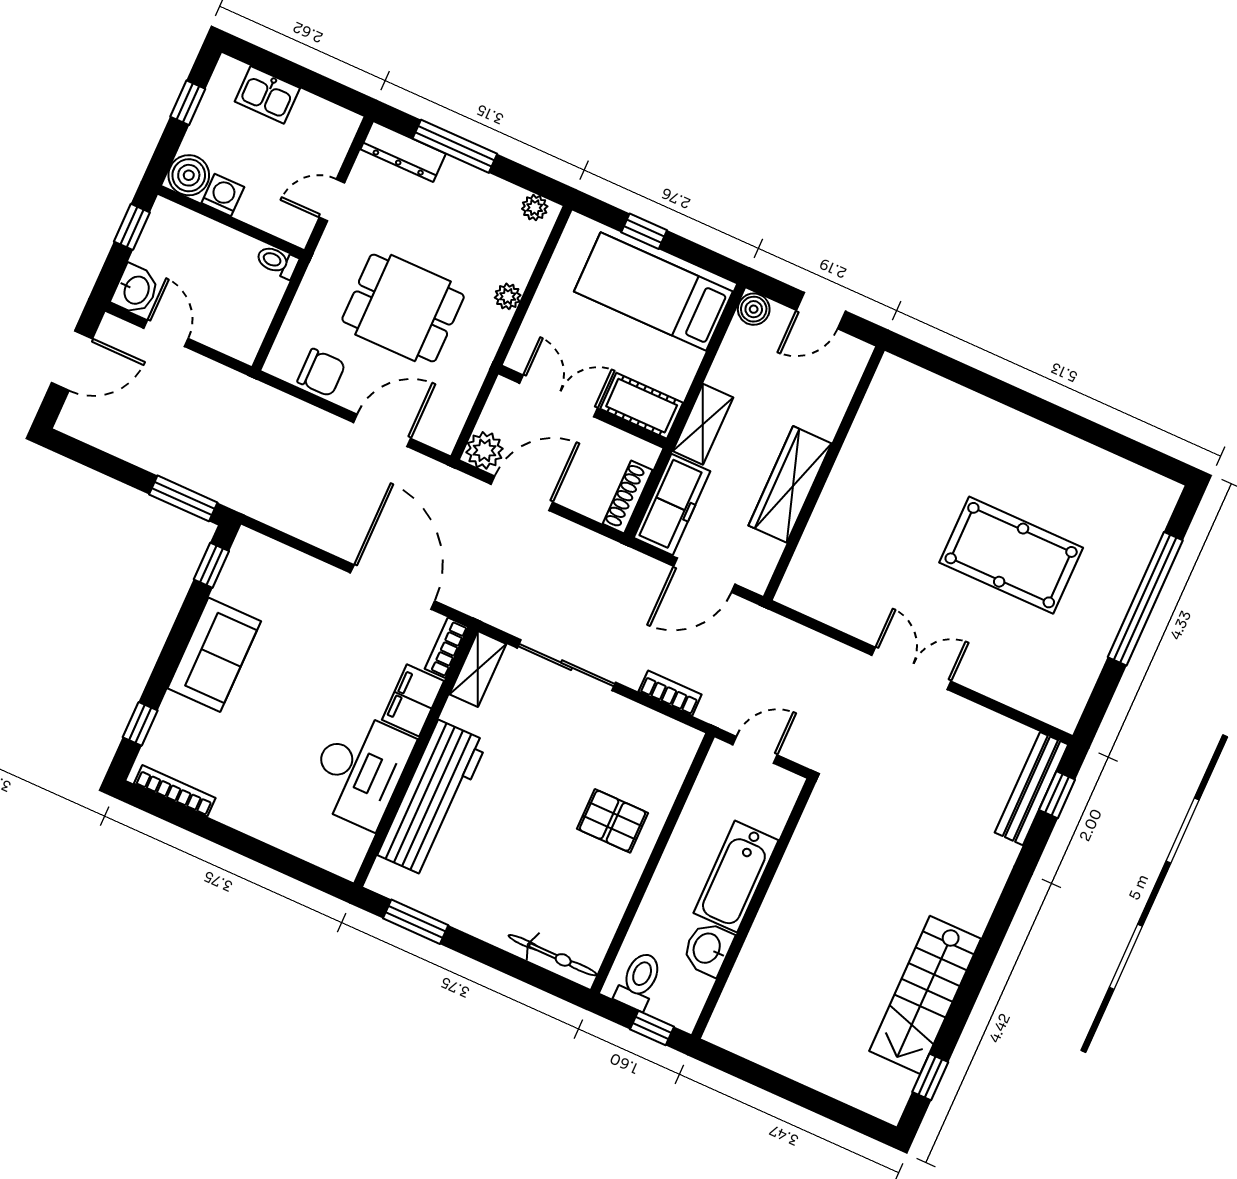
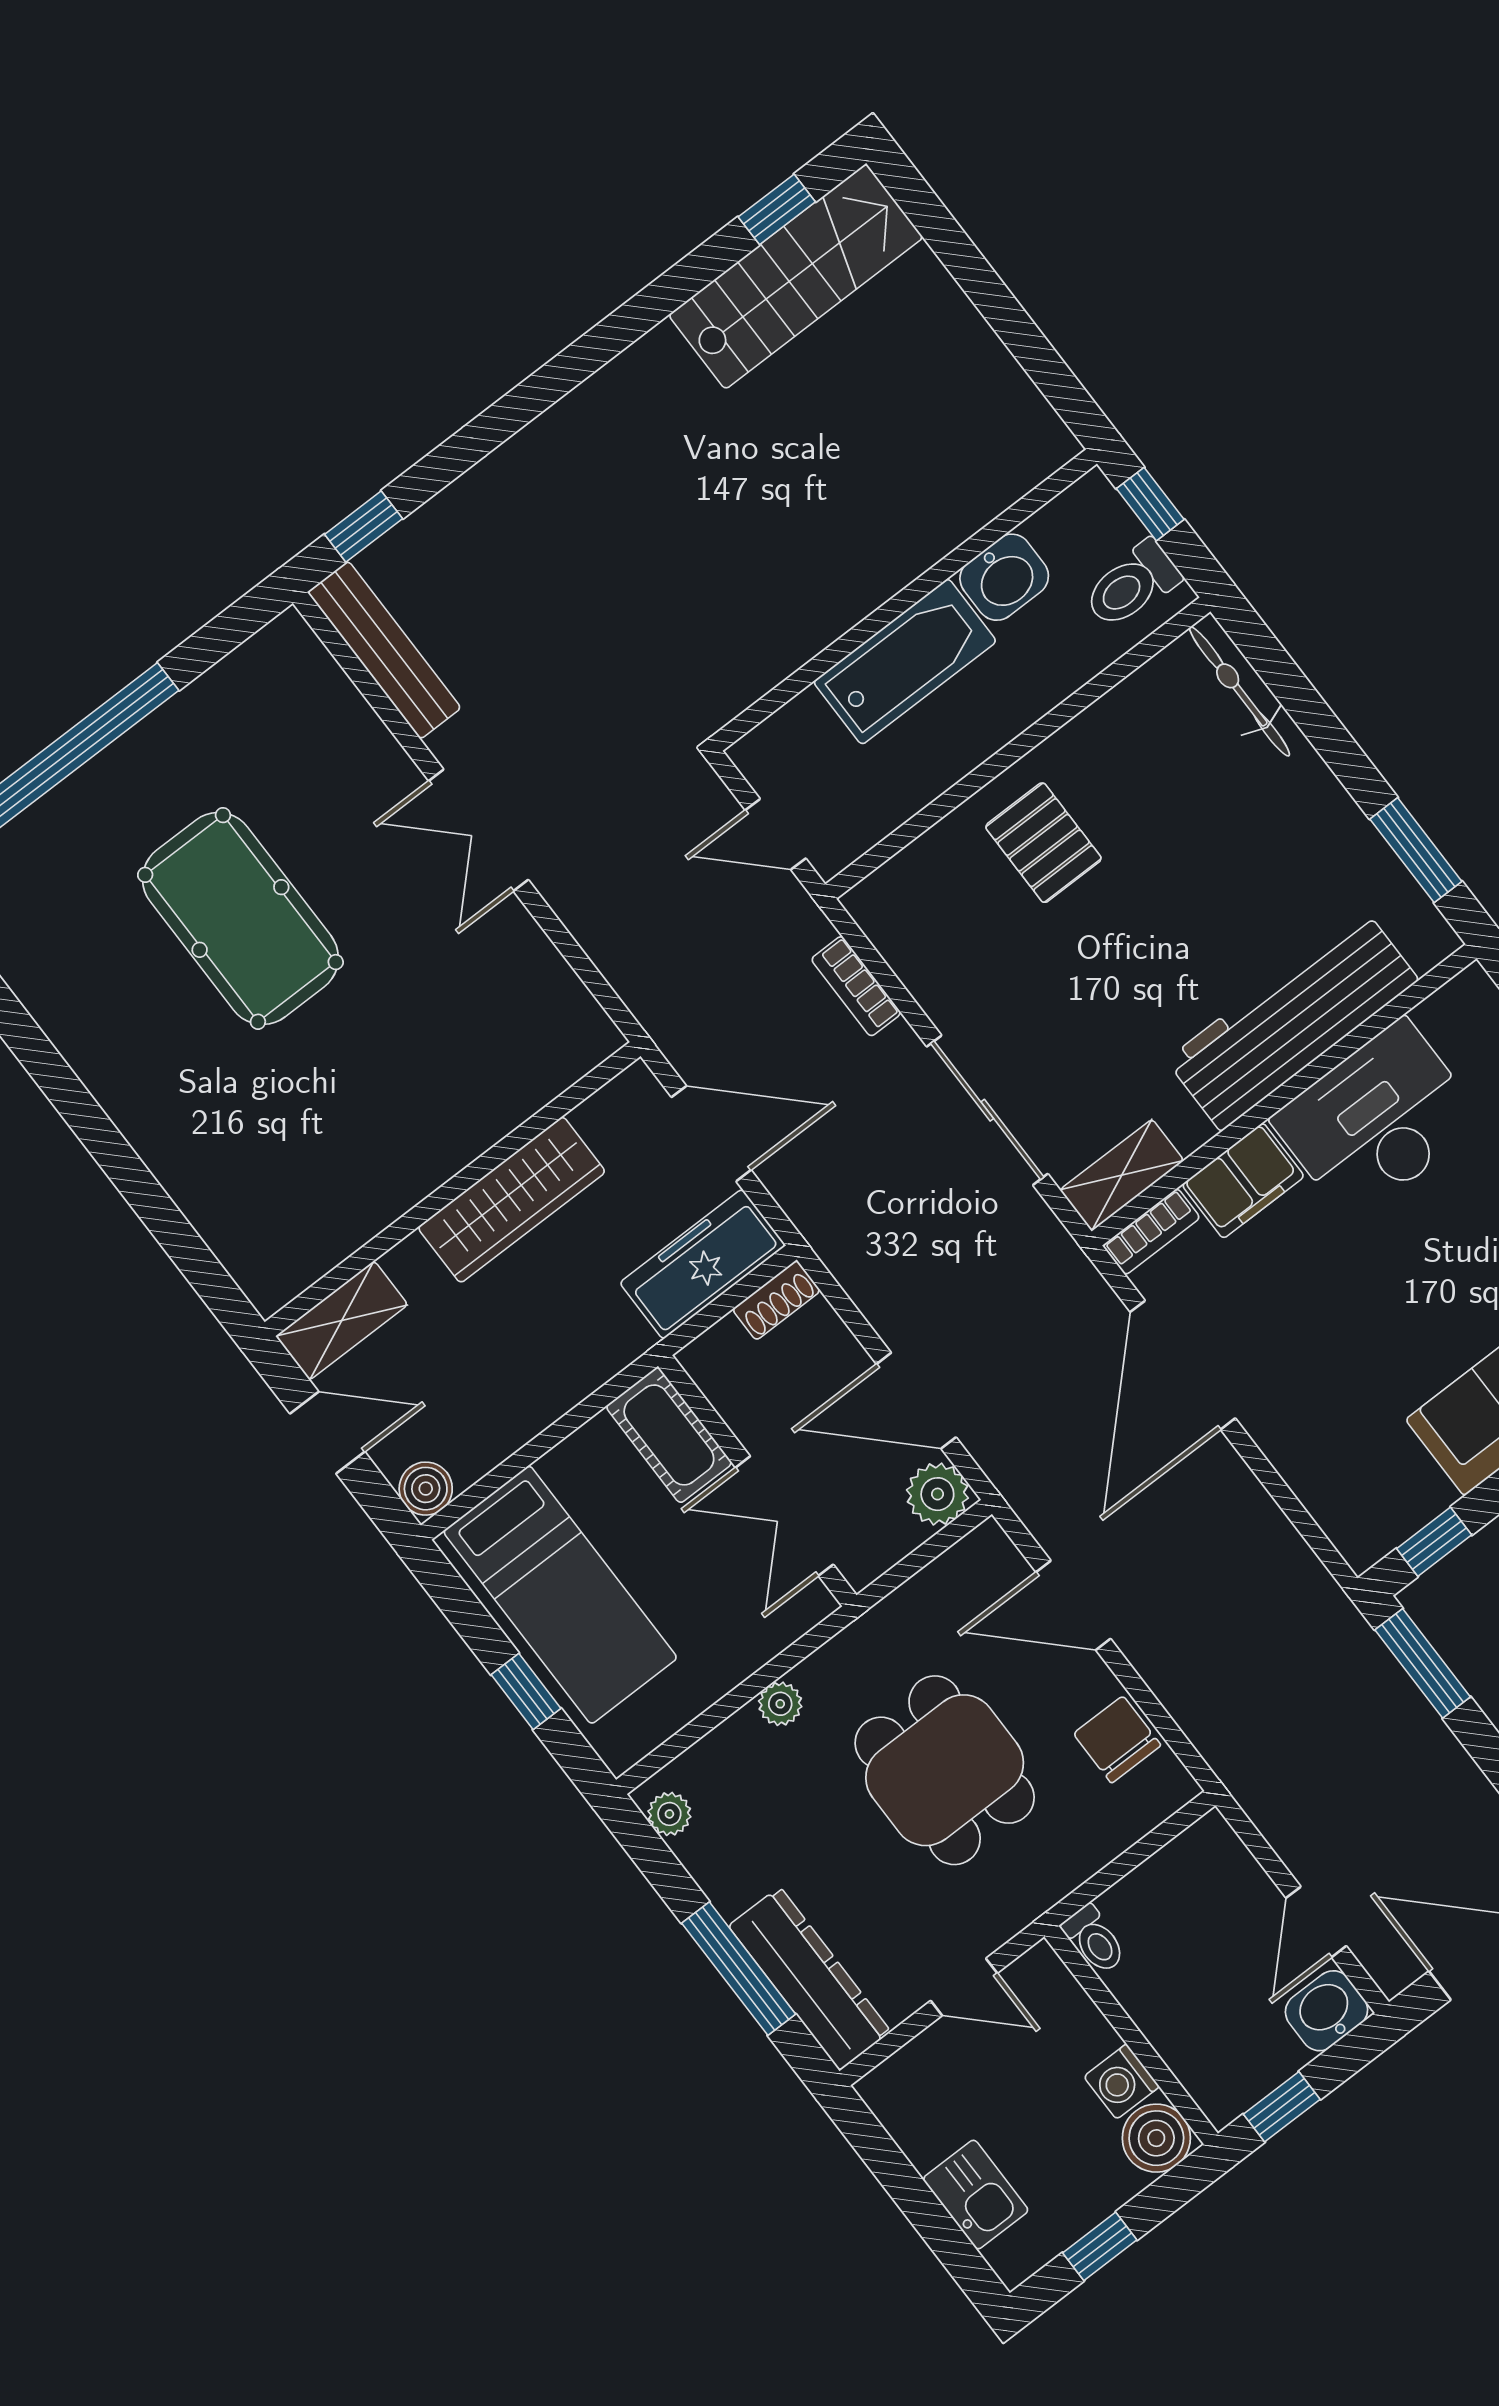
dresser: (403, 151) -> (810, 1979), width x1.37, depth x1.24
shelving: (703, 424) -> (342, 1321), moved
shoe rack: (628, 497) -> (776, 1300), width x0.70
bench: (1032, 789) -> (384, 650), moved, turned 90
stairs: (925, 995) -> (796, 276), moved

